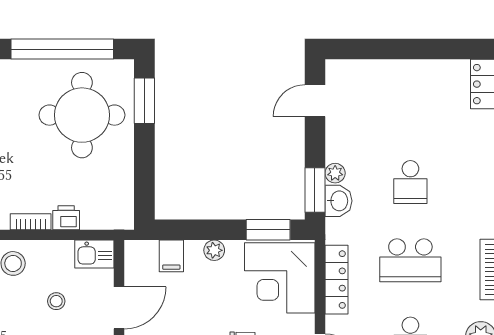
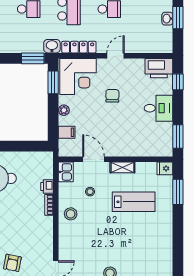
plant: (335, 173) -> (24, 48), removed
washbasin: (338, 201) -> (52, 46), moved

